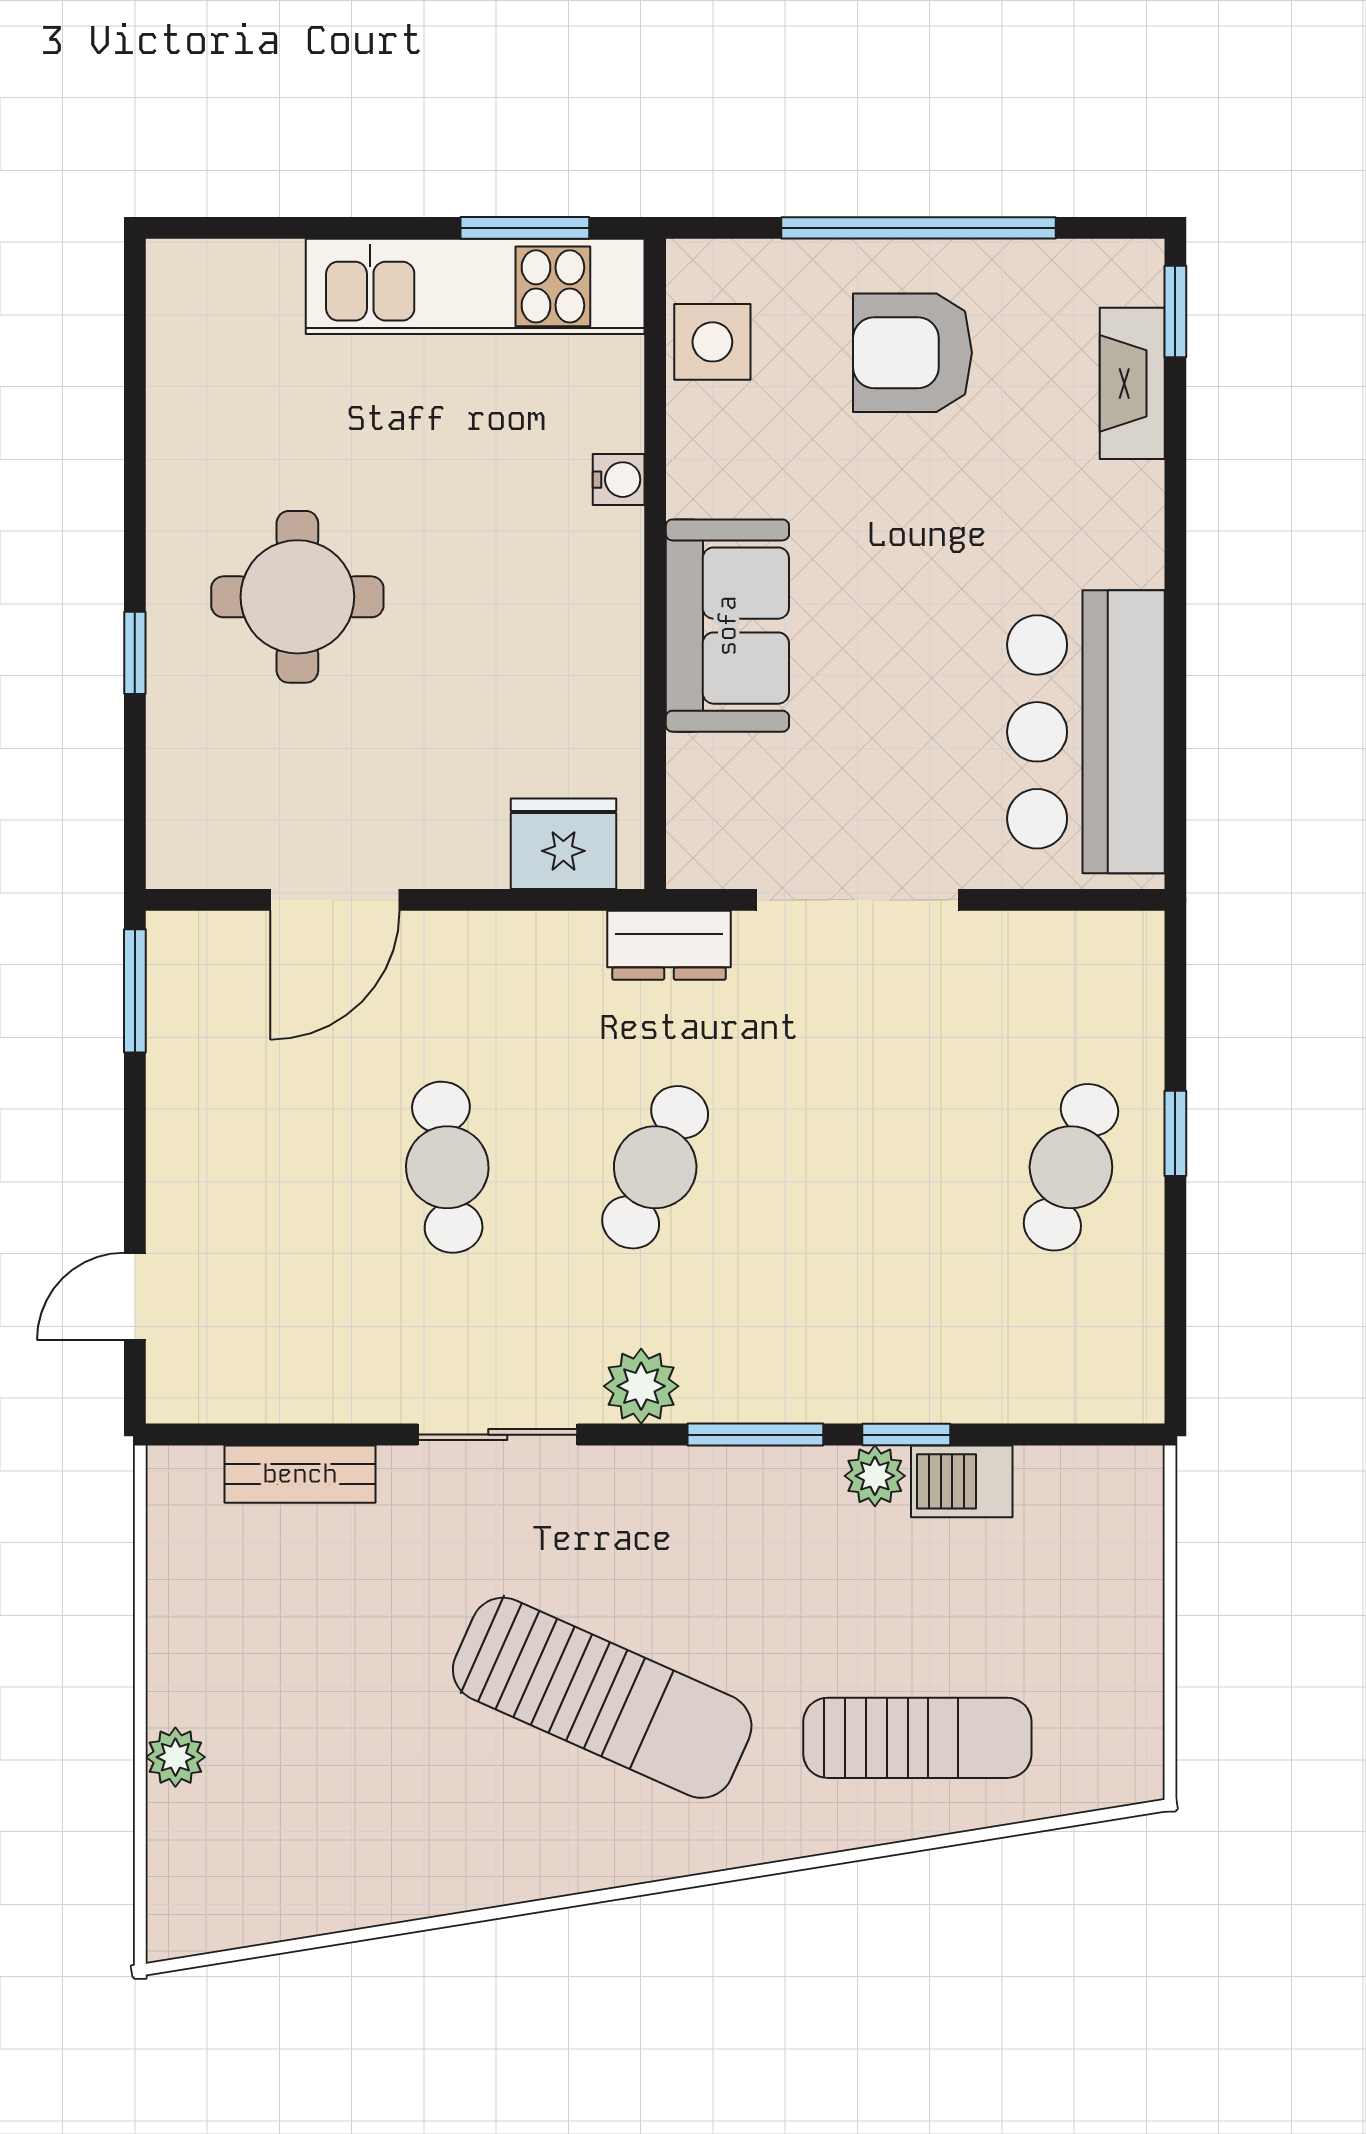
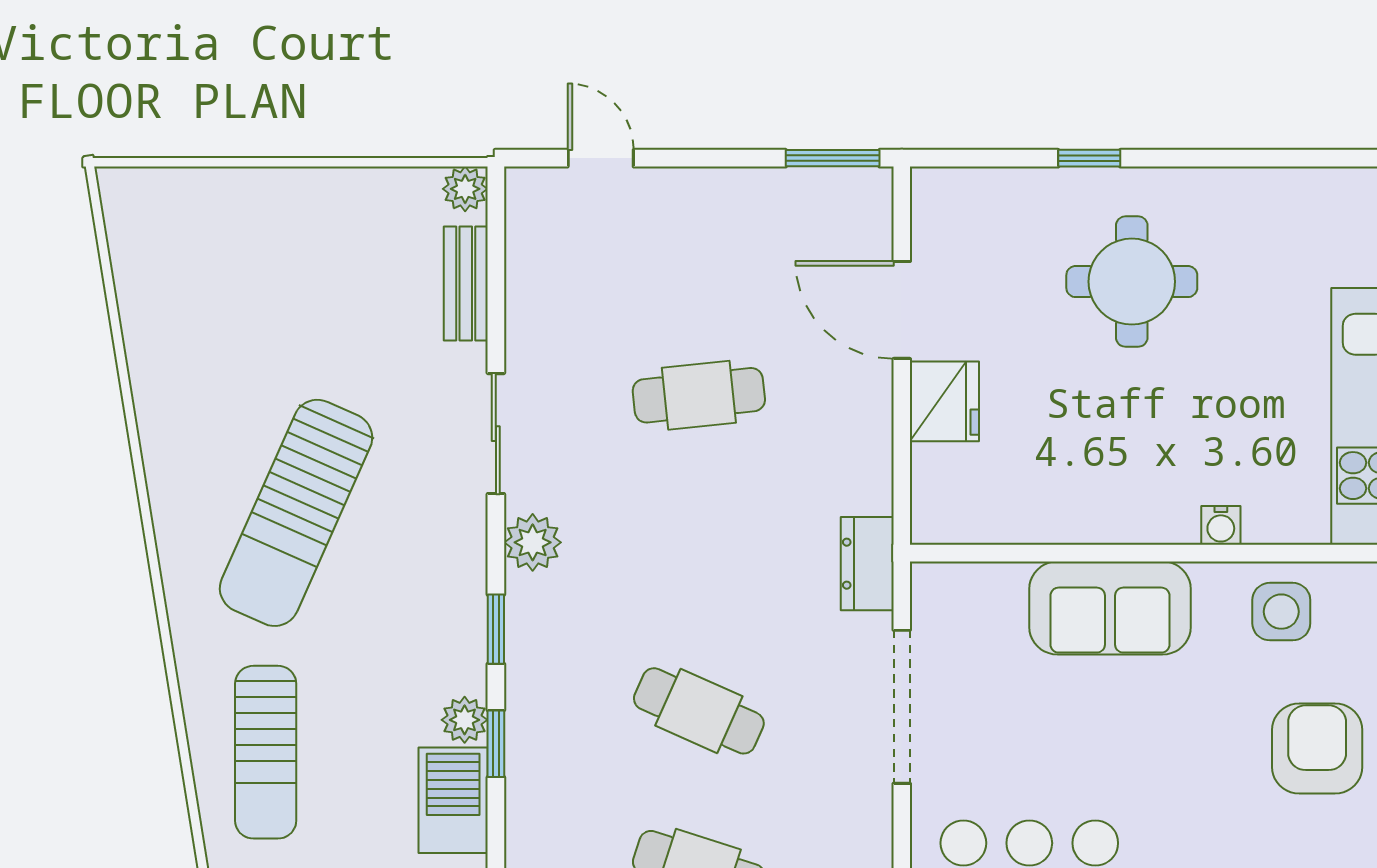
side table: (712, 342) -> (1281, 612), moved
fridge: (563, 844) -> (944, 401), moved
cafe table: (655, 1167) -> (699, 711), moved
window: (755, 1435) -> (496, 629), width x0.67
barbecue: (962, 1481) -> (453, 800), width x1.38, depth x1.27
plant: (175, 1757) -> (465, 189), moved

